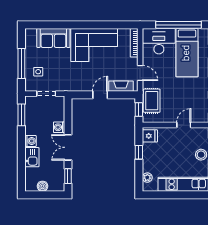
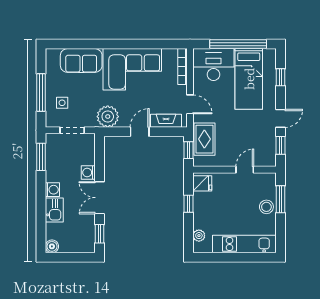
plant: (75, 83) -> (108, 117), added
boiler: (42, 186) -> (52, 246), moved

